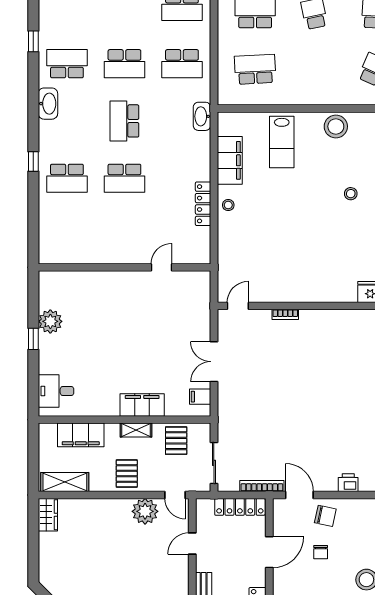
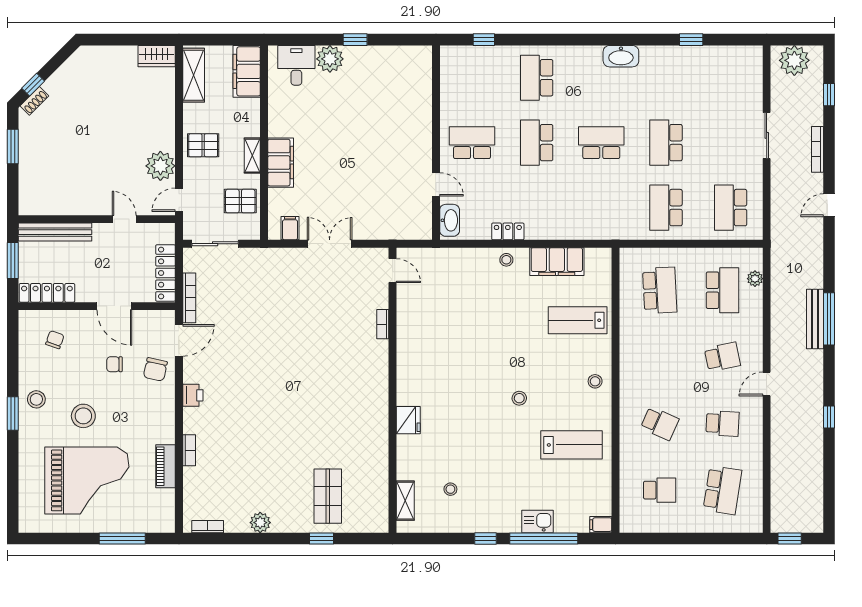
school desk: (67, 64) -> (472, 143), moved, turned -90
washbasin: (202, 116) -> (450, 220), moved, turned 90
stool: (336, 126) -> (595, 381), width x0.53, depth x0.53
window: (33, 161) -> (484, 40), moved
locker: (203, 204) -> (508, 231), width x0.66
plant: (50, 321) -> (330, 59), moved
filing cabinet: (81, 435) -> (247, 71), moved

